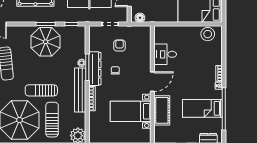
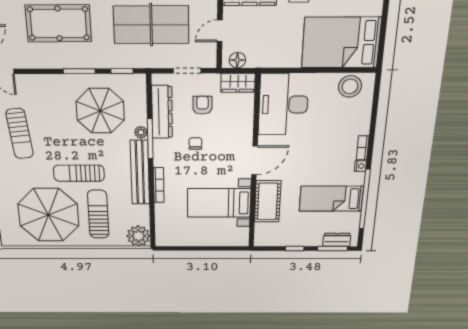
wardrobe: (141, 32) -> (238, 83), added
parasol: (46, 42) -> (100, 111), moved
desk: (165, 54) -> (283, 105), width x1.87, depth x1.30
dresser: (95, 69) -> (162, 112), moved

